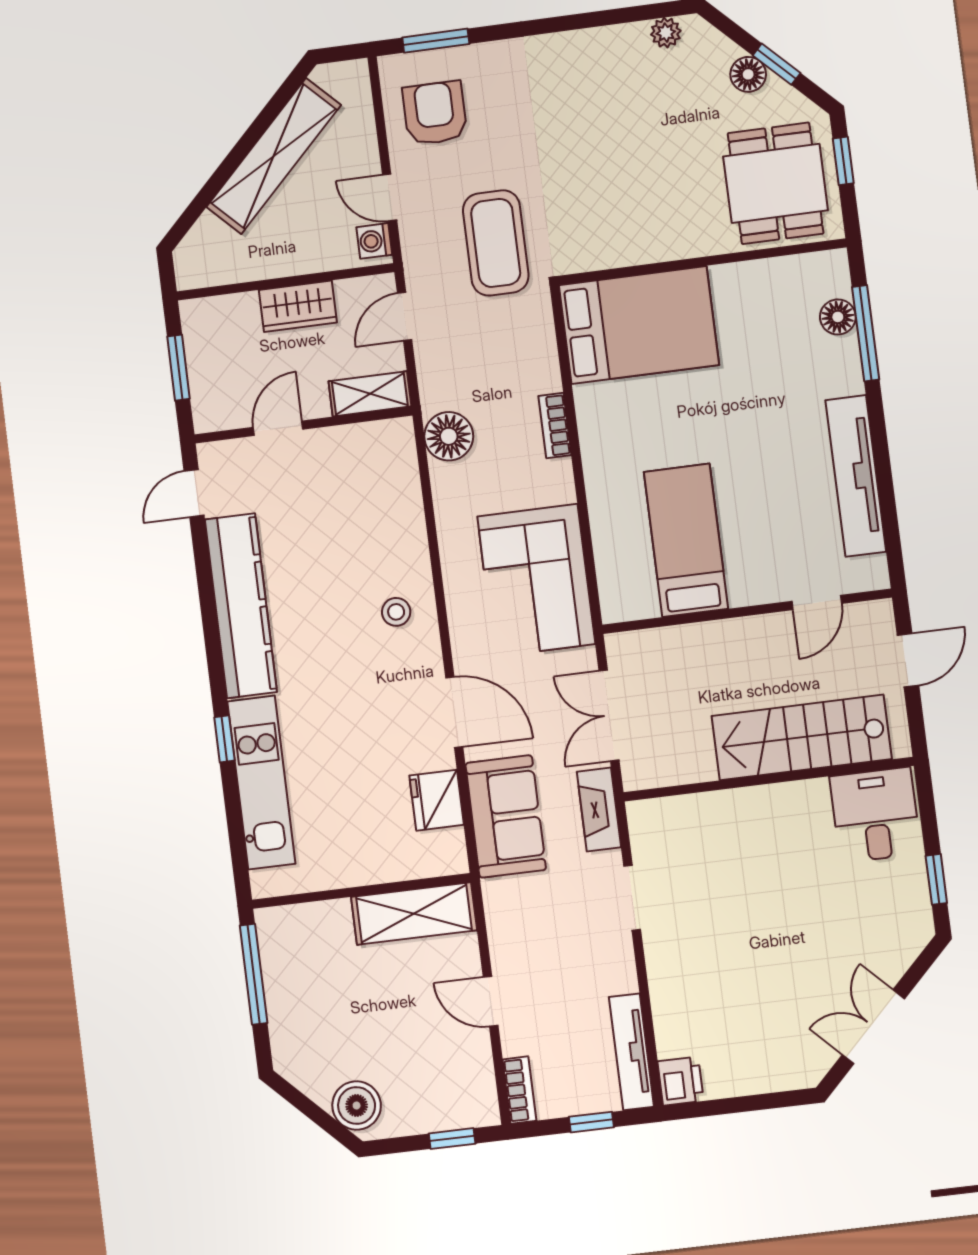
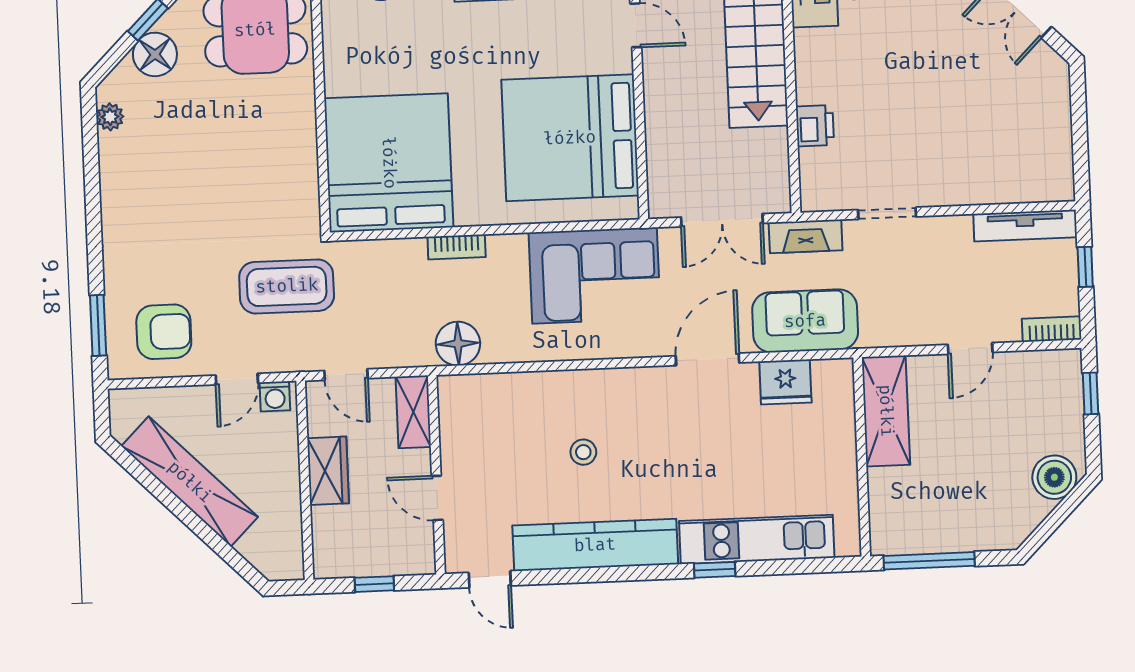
floor lamp: (748, 74) -> (155, 54), width x1.38, depth x1.38
armchair: (435, 113) -> (164, 332), turned 180
bed: (639, 325) -> (389, 163), width x1.36
window: (179, 368) -> (374, 584), width x0.67
bed: (686, 540) -> (570, 138), width x2.04
stool: (396, 612) -> (583, 452), moved
printer: (681, 1081) -> (815, 126), moved, turned 90

